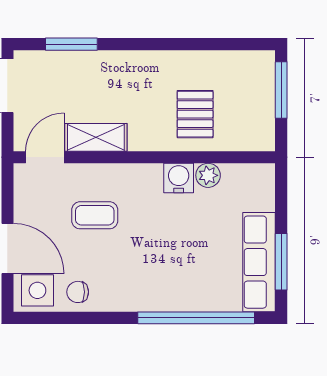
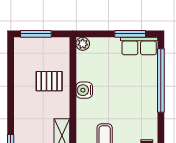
plant: (208, 175) -> (83, 44), moved
row of seats: (259, 262) -> (139, 46), width x0.68

